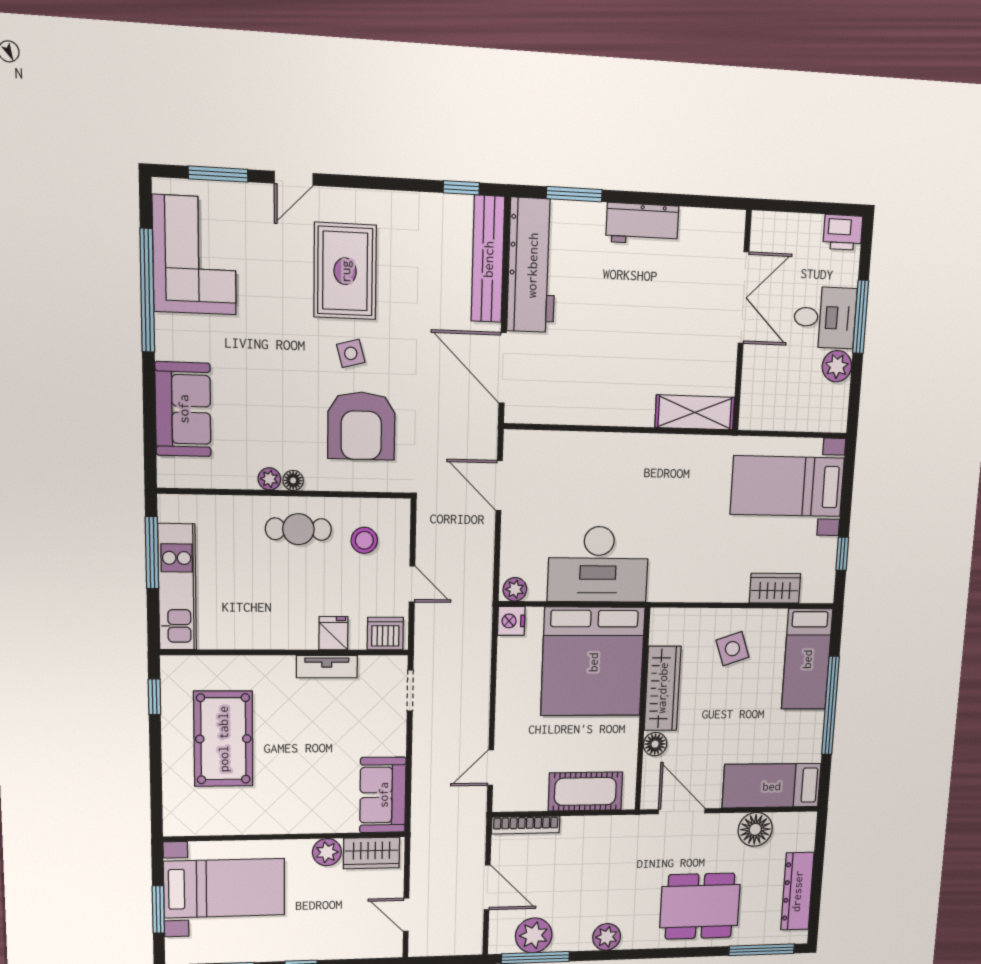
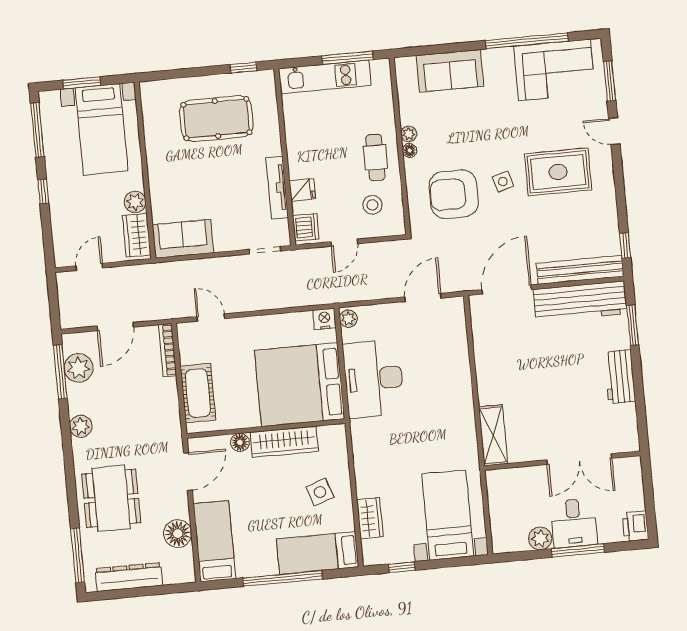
tv unit: (327, 667) -> (277, 188), width x1.41

